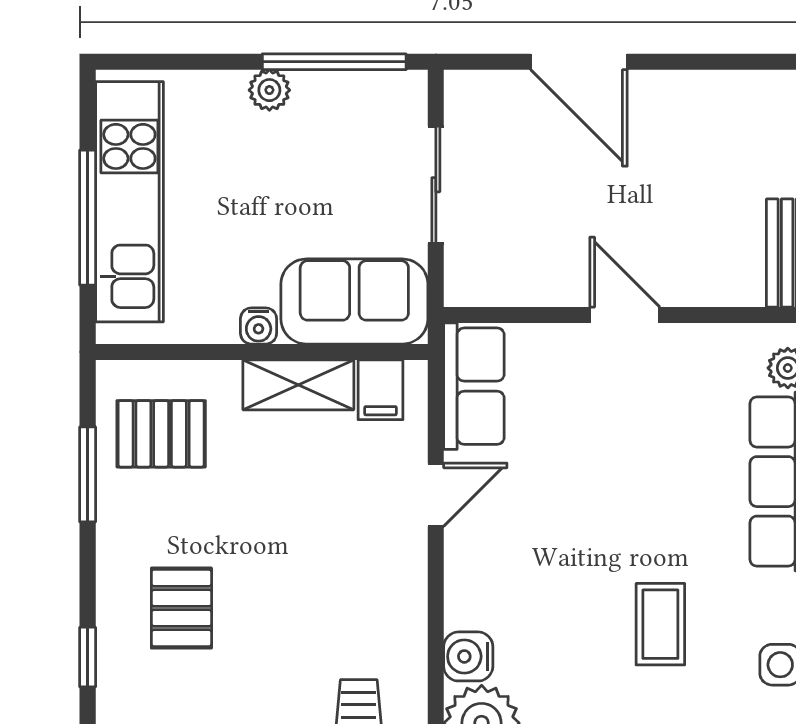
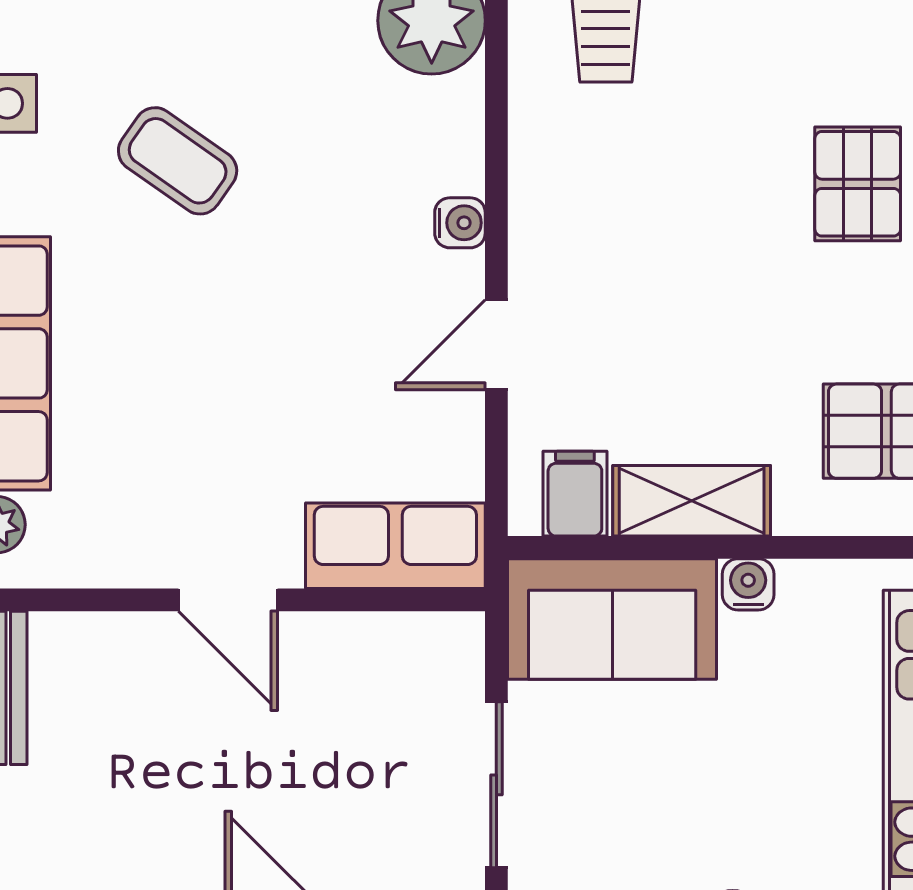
row of seats: (474, 386) -> (395, 546), moved, turned 90
coffee table: (660, 624) -> (178, 161), turned -55
water cooler: (468, 656) -> (460, 223), moved, width x0.72, depth x0.72

